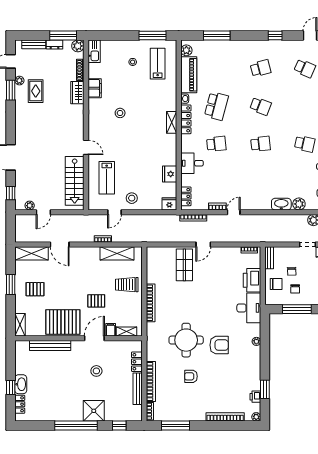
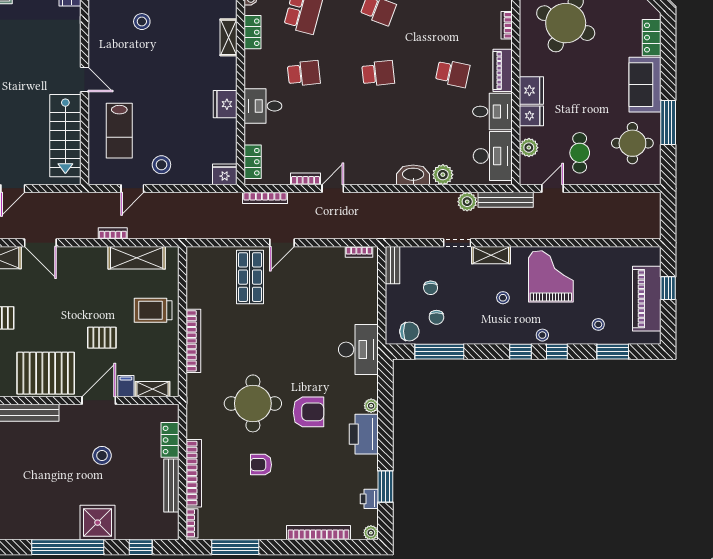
locker: (186, 119) -> (252, 32), width x0.66
fridge: (170, 174) -> (225, 104), moved
printer: (252, 280) -> (364, 434), moved
chair: (276, 284) -> (409, 331), moved

